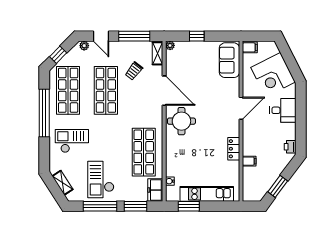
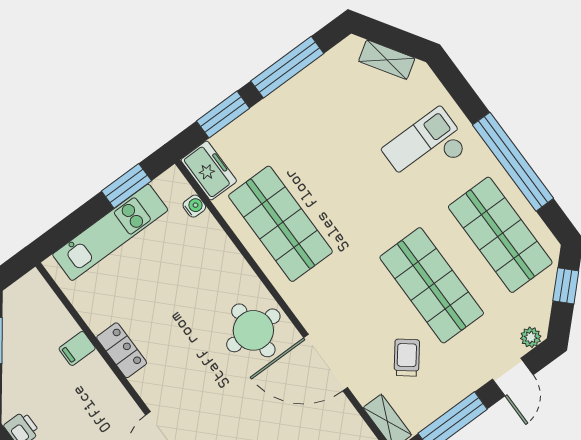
door: (101, 36) -> (513, 377), swing flipped
checkout: (72, 141) -> (426, 148), turned 180
checkout: (101, 180) -> (322, 117), removed

